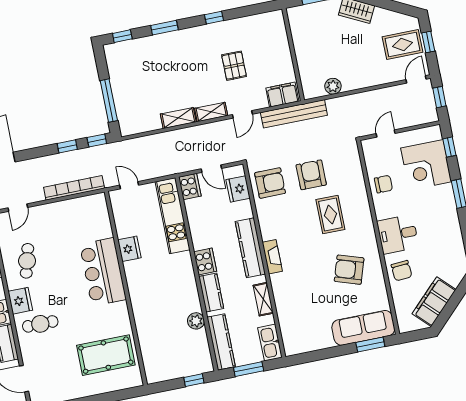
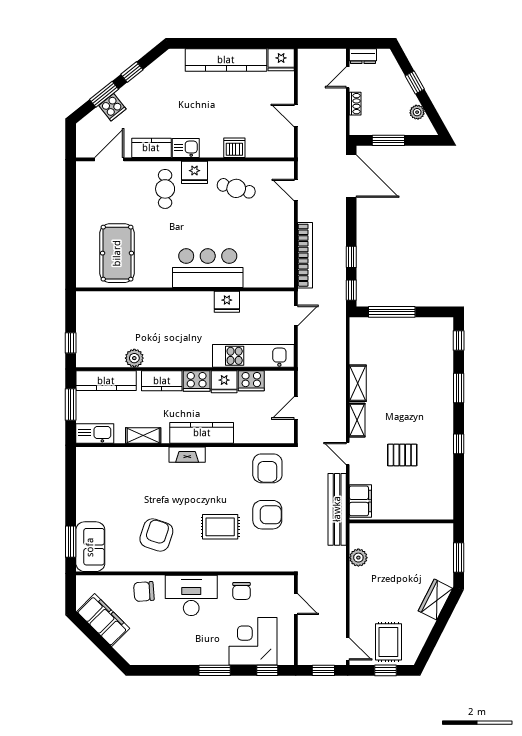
cooker: (190, 187) -> (251, 381), moved
fridge: (238, 189) -> (224, 382), moved, turned 180
desk: (398, 234) -> (191, 595), width x1.37
sofa: (363, 328) -> (90, 547), width x0.73

